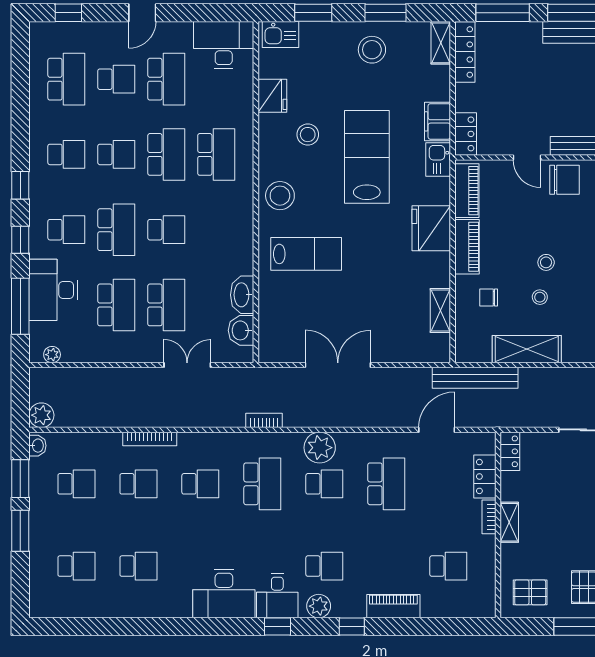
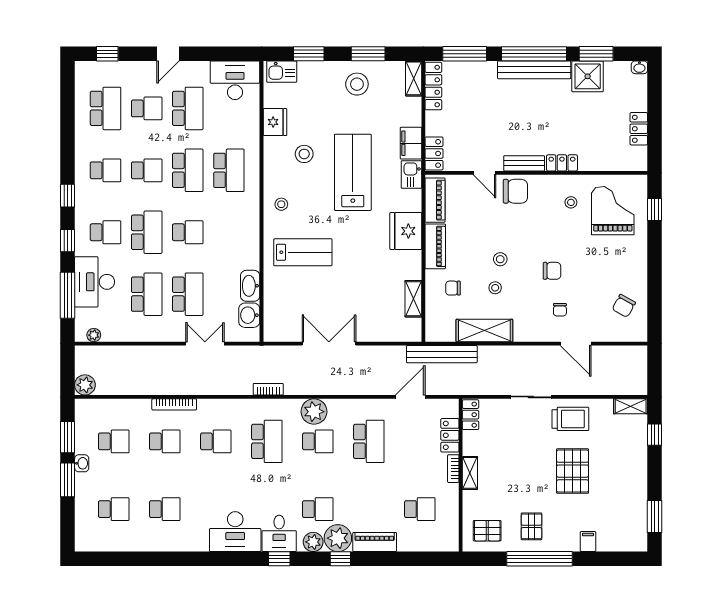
stool: (280, 196) -> (281, 204), width x0.53, depth x0.53
washbasin: (37, 446) -> (82, 463), moved
plant: (349, 601) -> (338, 538), added

